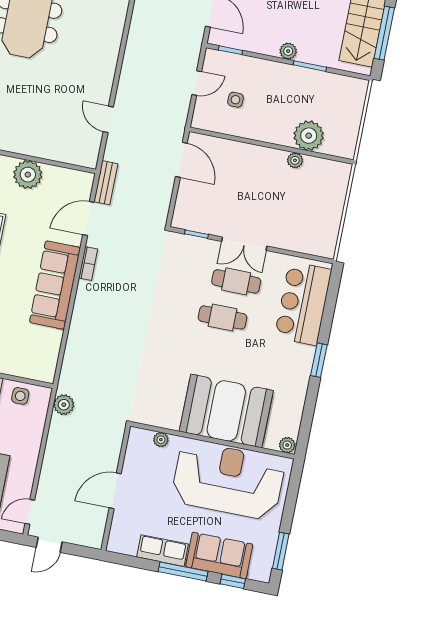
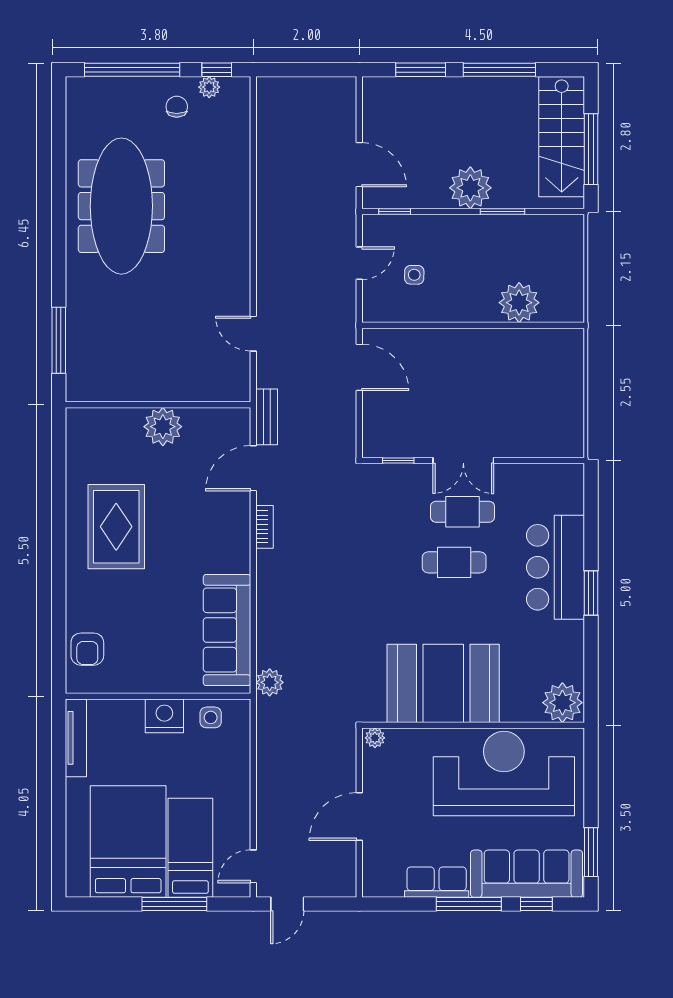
plant: (288, 51) -> (470, 188), width x1.88, depth x1.88
plant: (295, 160) -> (508, 338), removed
sofa: (55, 285) -> (227, 630), moved
bar counter: (303, 303) -> (555, 567), moved
plant: (64, 405) -> (270, 682), moved
booth: (226, 411) -> (443, 683), moved
plant: (161, 440) -> (375, 738), moved
plant: (287, 445) -> (562, 703), width x1.88, depth x1.88
sofa: (219, 555) -> (527, 874), width x1.36

